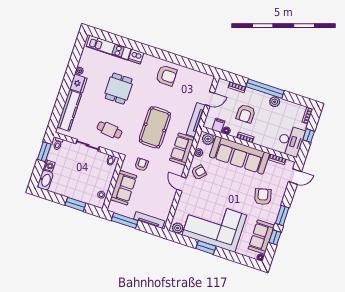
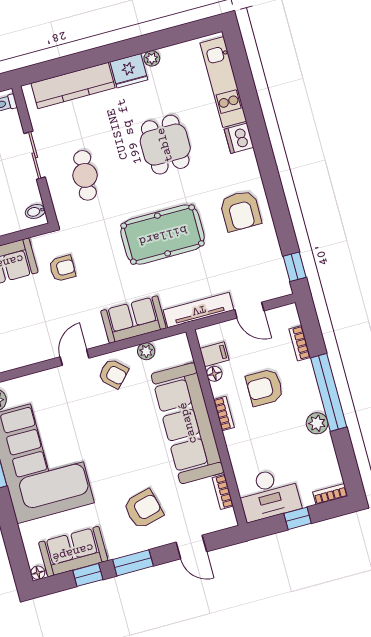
window: (204, 68) -> (295, 267), added
dining table: (119, 89) -> (165, 145), turned 90
pool table: (155, 127) -> (163, 235), moved
plant: (208, 139) -> (180, 352), removed
door: (295, 177) -> (191, 547), moved

